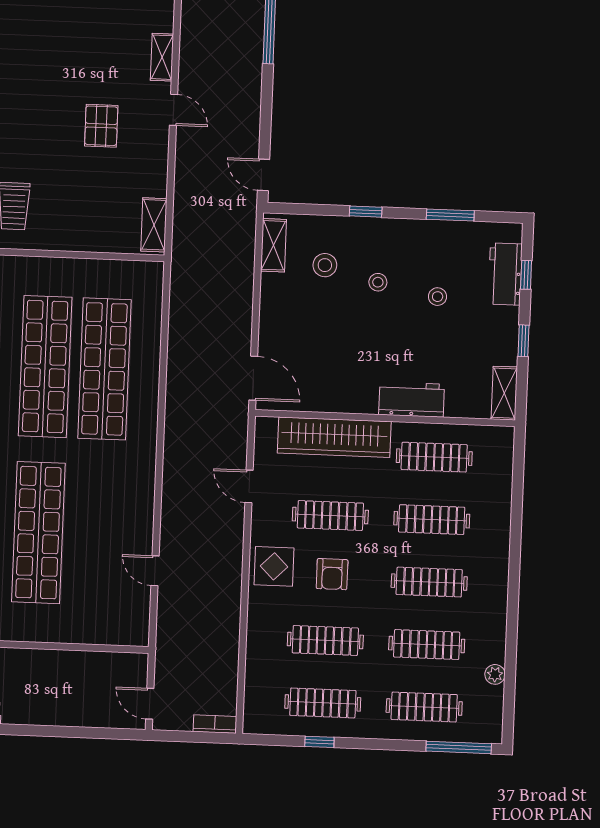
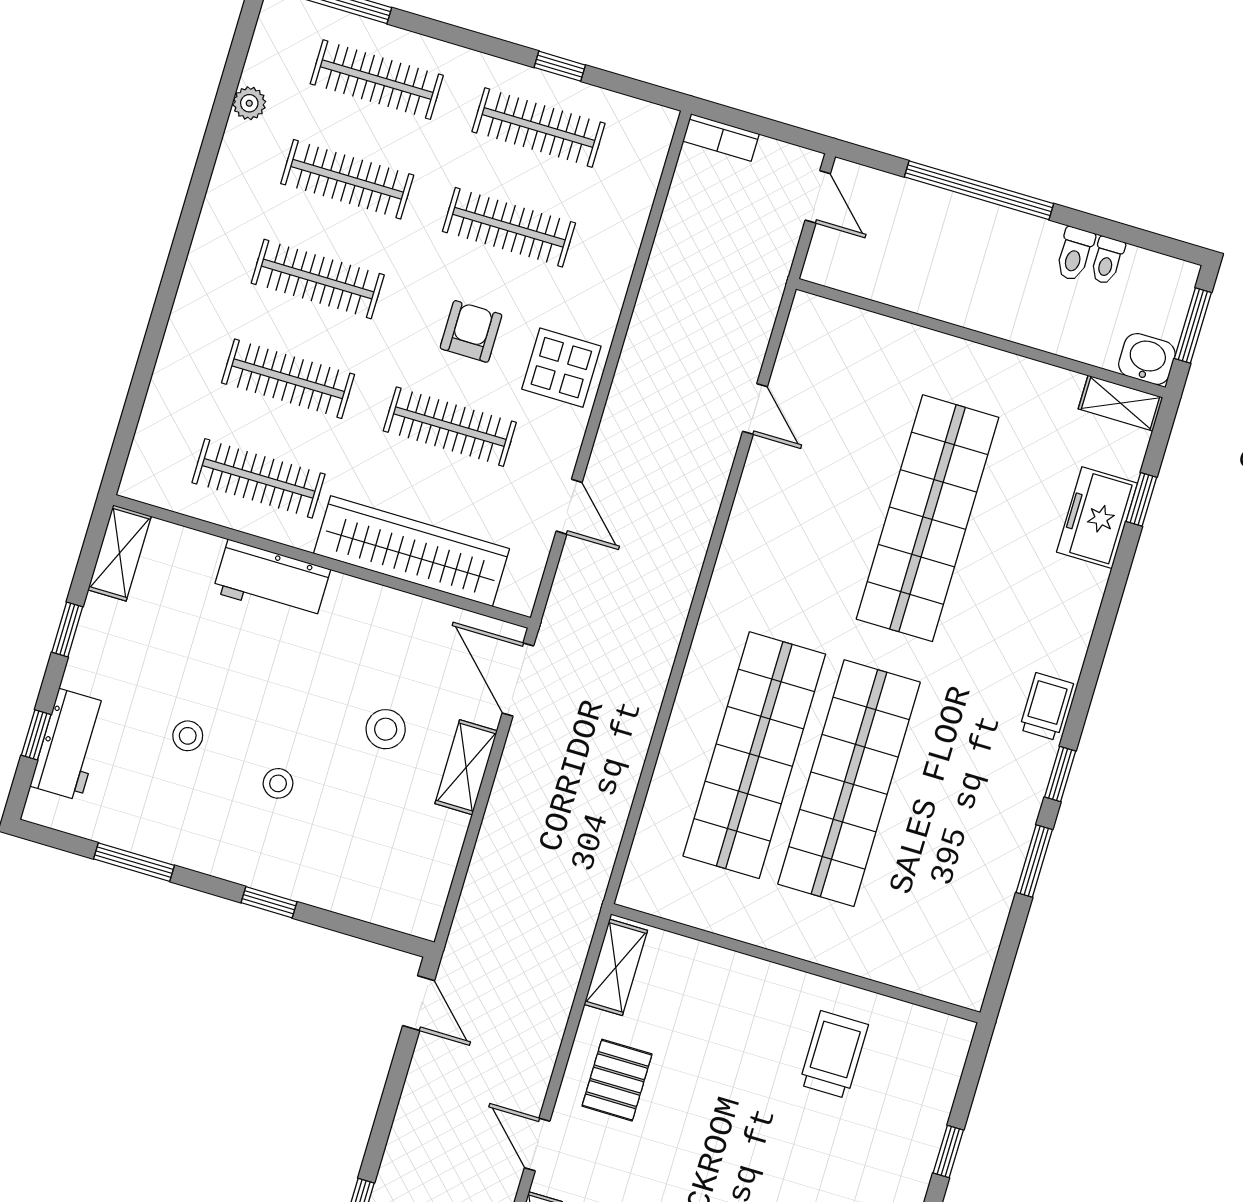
pallet: (101, 126) -> (617, 1080), moved
shelving: (274, 245) -> (466, 767), moved
stool: (325, 265) -> (386, 729), moved
window: (57, 731) -> (979, 190), added

